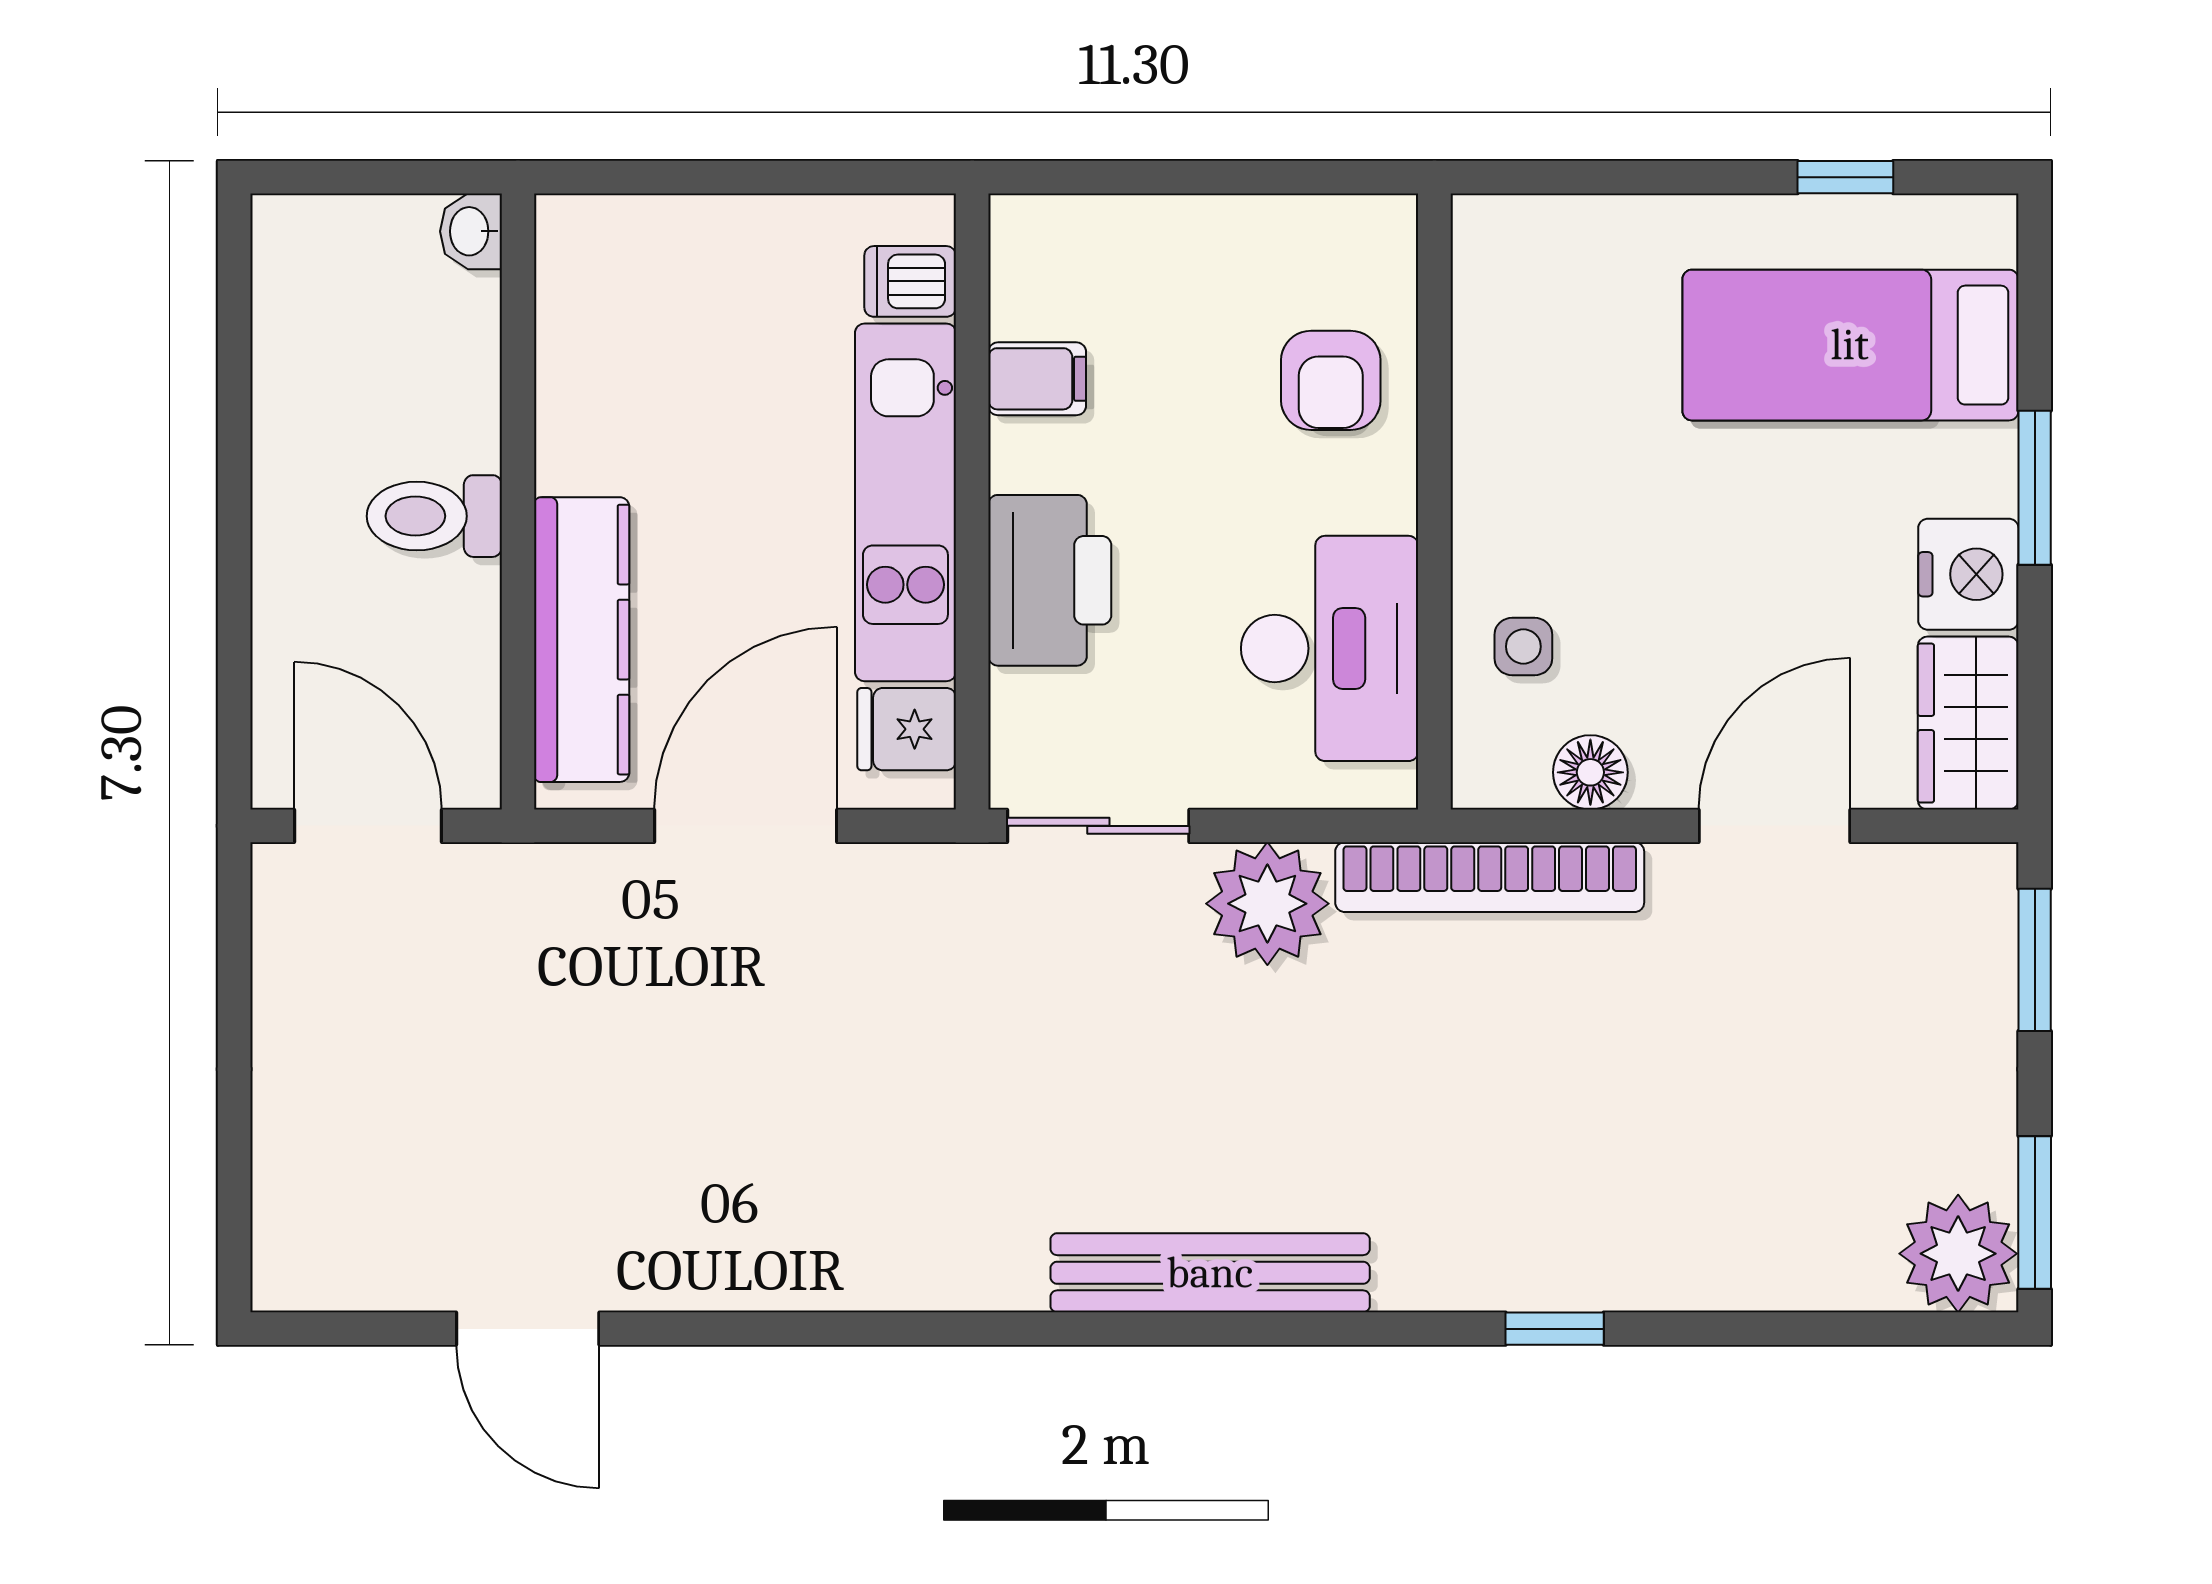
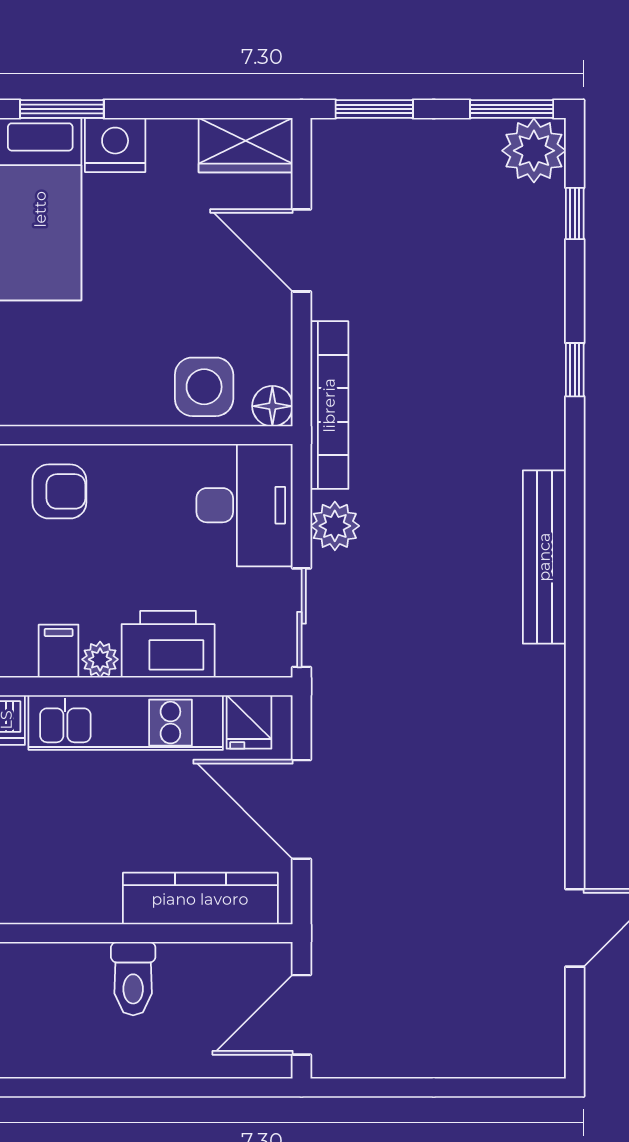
plant: (1022, 455) -> (100, 659), added
window: (2035, 488) -> (62, 109), moved
nightstand: (1968, 574) -> (115, 145), moved
side table: (1523, 647) -> (204, 387), width x1.87, depth x1.87
desk: (1330, 648) -> (245, 505), moved, turned 90
floor lamp: (1590, 772) -> (272, 406), moved
plant: (1267, 904) -> (335, 526), width x0.73, depth x0.73
window: (1842, 1329) -> (575, 213), added

